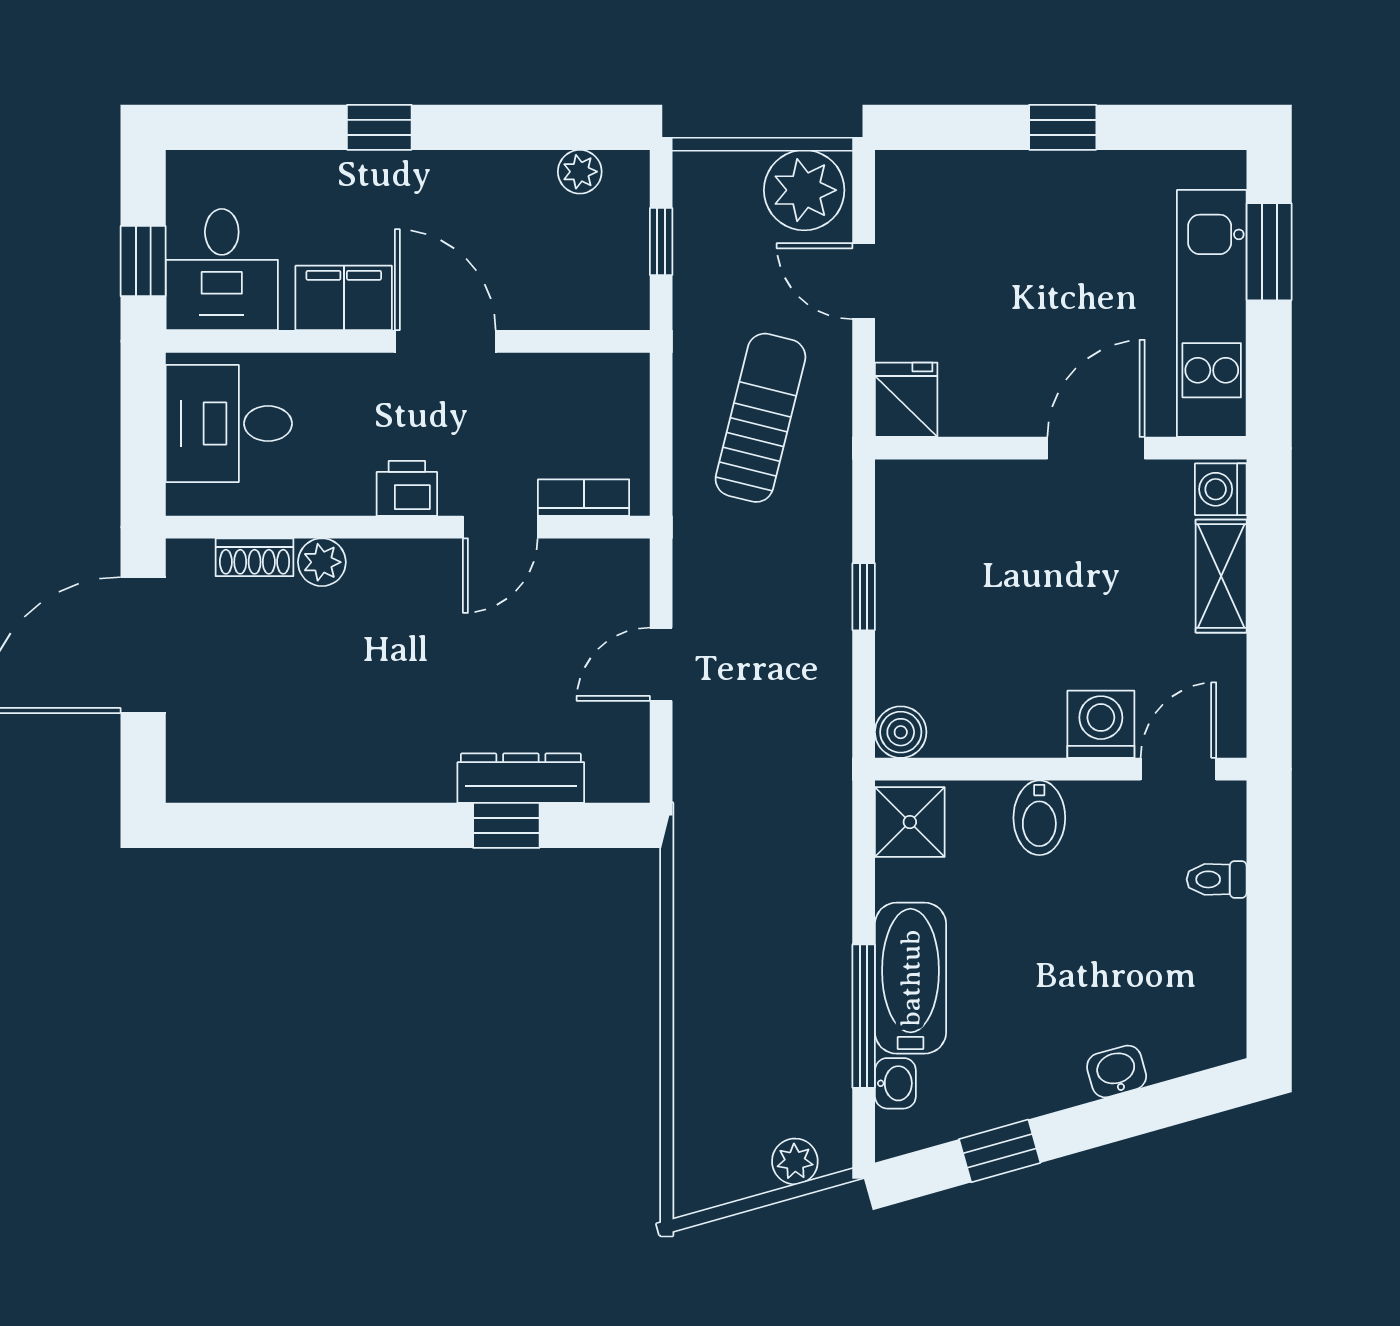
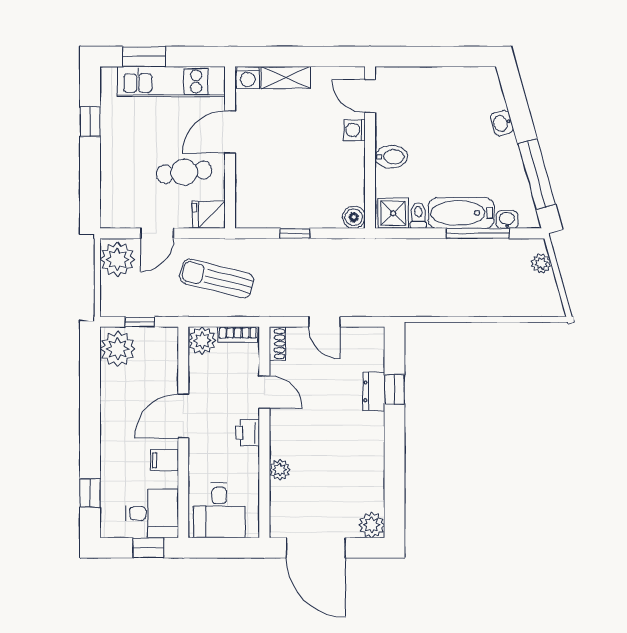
window: (379, 127) -> (90, 493), moved
window: (1063, 127) -> (90, 122), moved
plant: (580, 172) -> (118, 349), width x1.87, depth x1.87
filing cabinet: (344, 298) -> (164, 460), width x0.50
cafe table: (1004, 343) -> (184, 172), added
plant: (618, 384) -> (202, 341), added
door: (1096, 448) -> (230, 132), hinge flipped
bookcase: (584, 498) -> (238, 335), moved, turned -90
shoe rack: (255, 557) -> (278, 344), moved
washing machine: (1101, 724) -> (354, 130), width x0.73, depth x0.73
plant: (196, 773) -> (372, 525), added
dresser: (521, 778) -> (374, 391), width x0.70
toilet: (1217, 879) -> (418, 215), moved, turned 180
window: (1000, 1151) -> (537, 174), width x2.17

